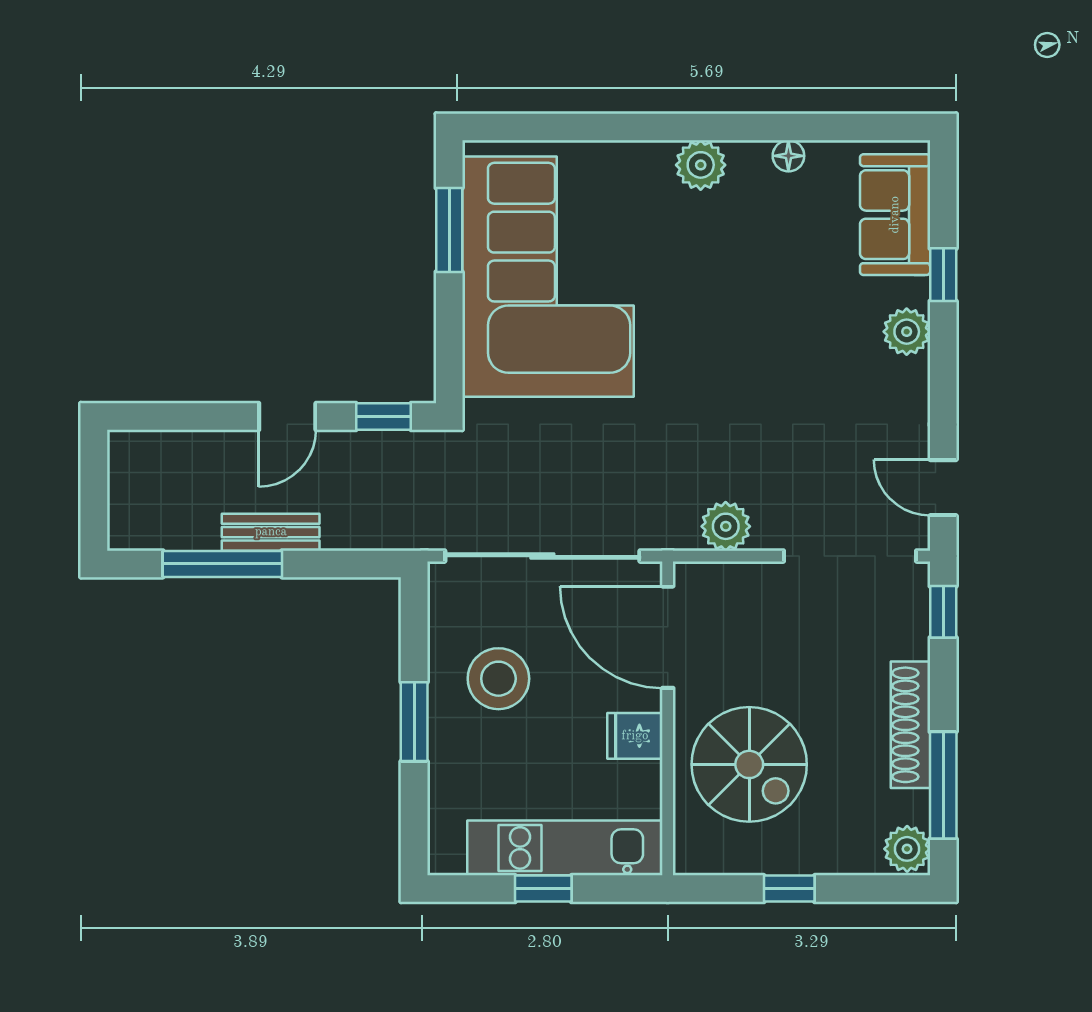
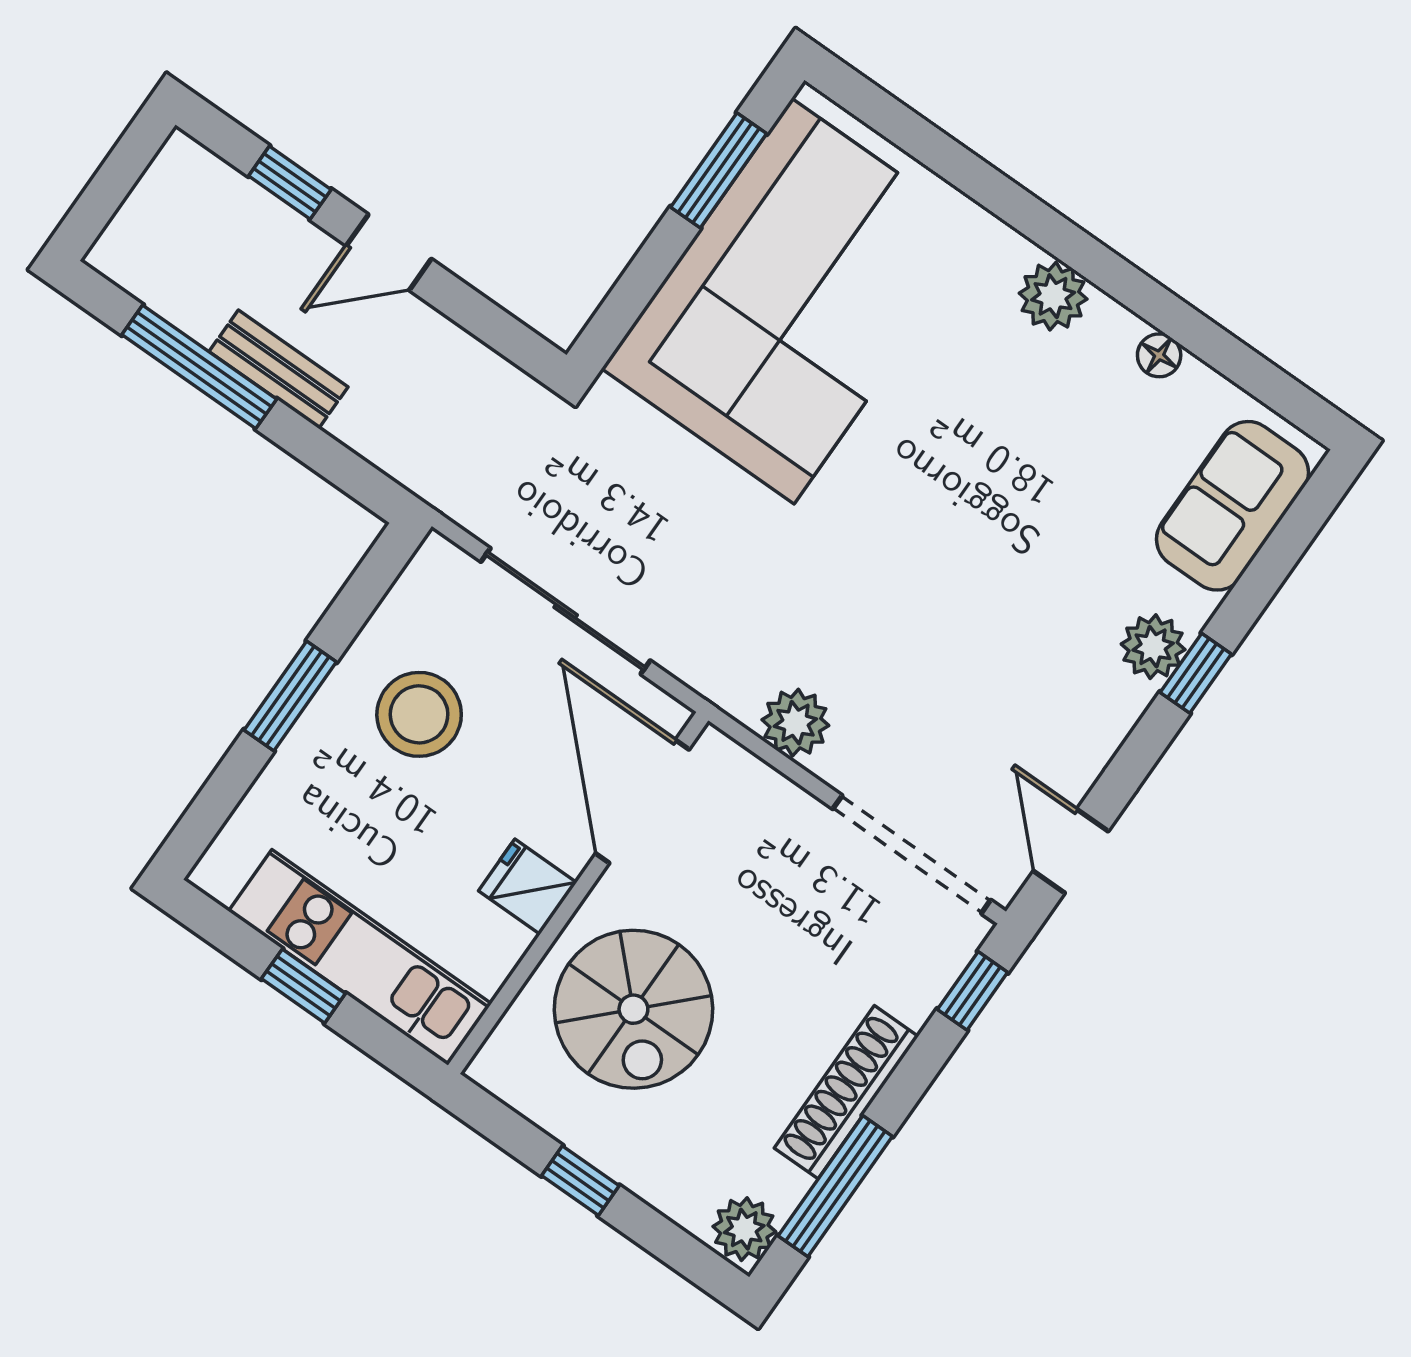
window: (943, 275) -> (1196, 673), moved
window: (384, 417) -> (290, 183), moved
sliding door: (542, 556) -> (566, 611), width x0.73

